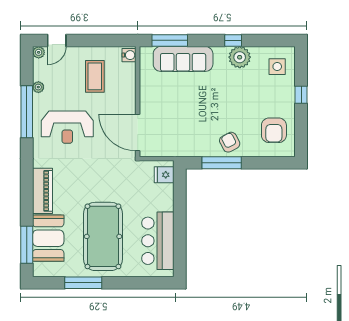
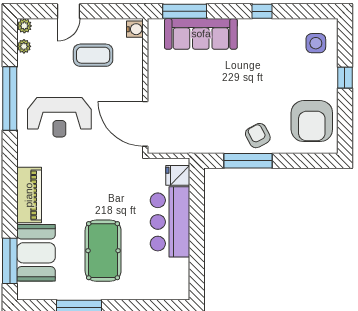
door: (57, 40) -> (69, 11), moved
plant: (240, 57) -> (270, 32), removed
coffee table: (95, 76) -> (93, 55), turned 90
plant: (38, 87) -> (24, 46), moved
armchair: (274, 130) -> (312, 121), width x1.36, depth x1.36
pool table: (103, 236) -> (103, 251), width x0.73, depth x0.76
bar counter: (158, 241) -> (170, 222), moved

